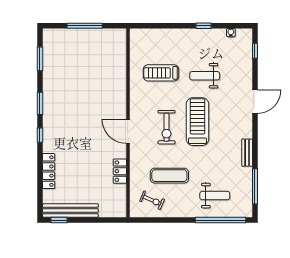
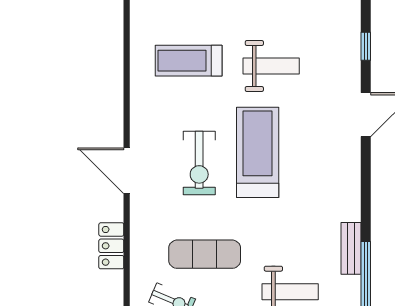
window: (255, 51) -> (366, 46), moved
weight bench: (205, 76) -> (271, 66), turned 180
bench: (247, 153) -> (351, 248), moved

